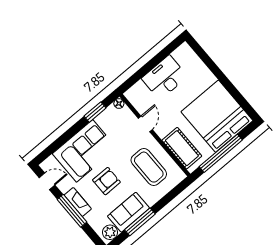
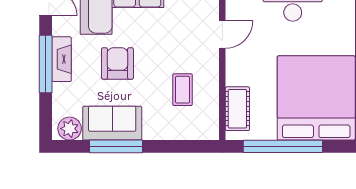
cot: (182, 148) -> (237, 109), width x0.73, depth x0.75
coffee table: (149, 167) -> (183, 90), width x0.54, depth x0.58
armchair: (106, 181) -> (117, 63), turned -90

